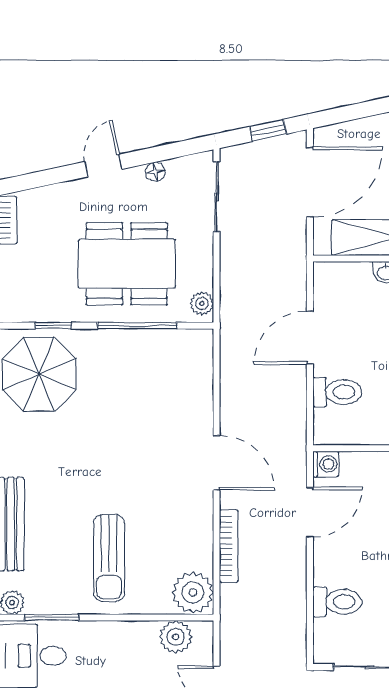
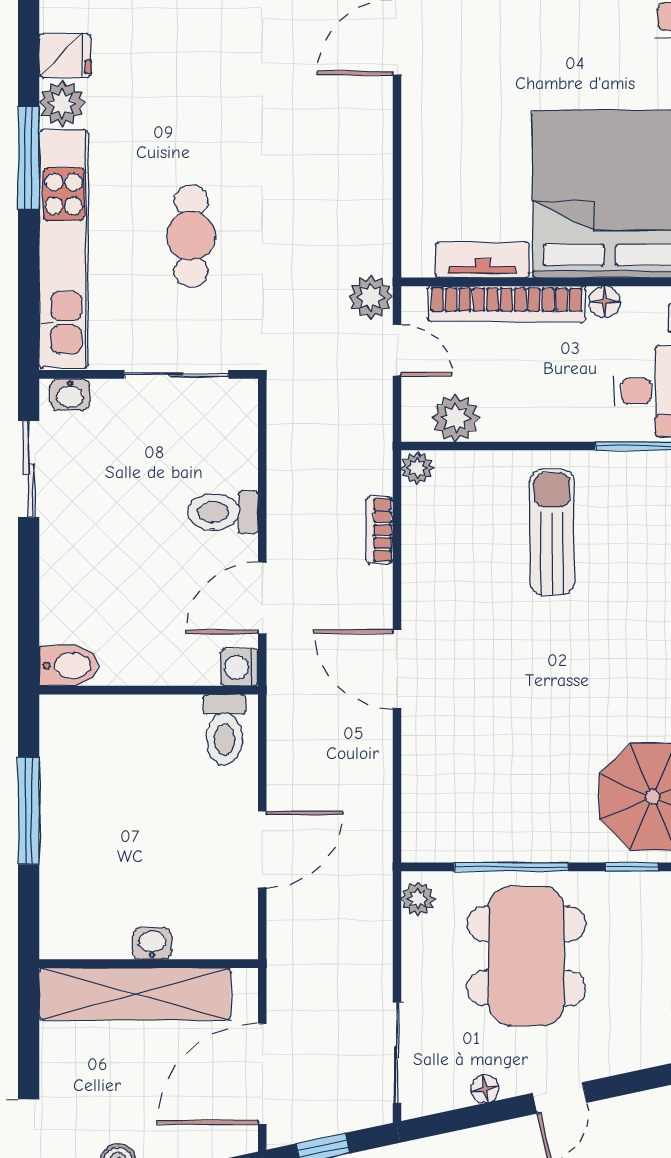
dining table: (127, 264) -> (526, 956), turned 90
toilet: (337, 392) -> (224, 729), moved, turned -90
bookcase: (229, 546) -> (379, 530), width x0.64
plant: (193, 592) -> (417, 468), width x0.53, depth x0.53
toilet: (337, 602) -> (223, 512), moved

